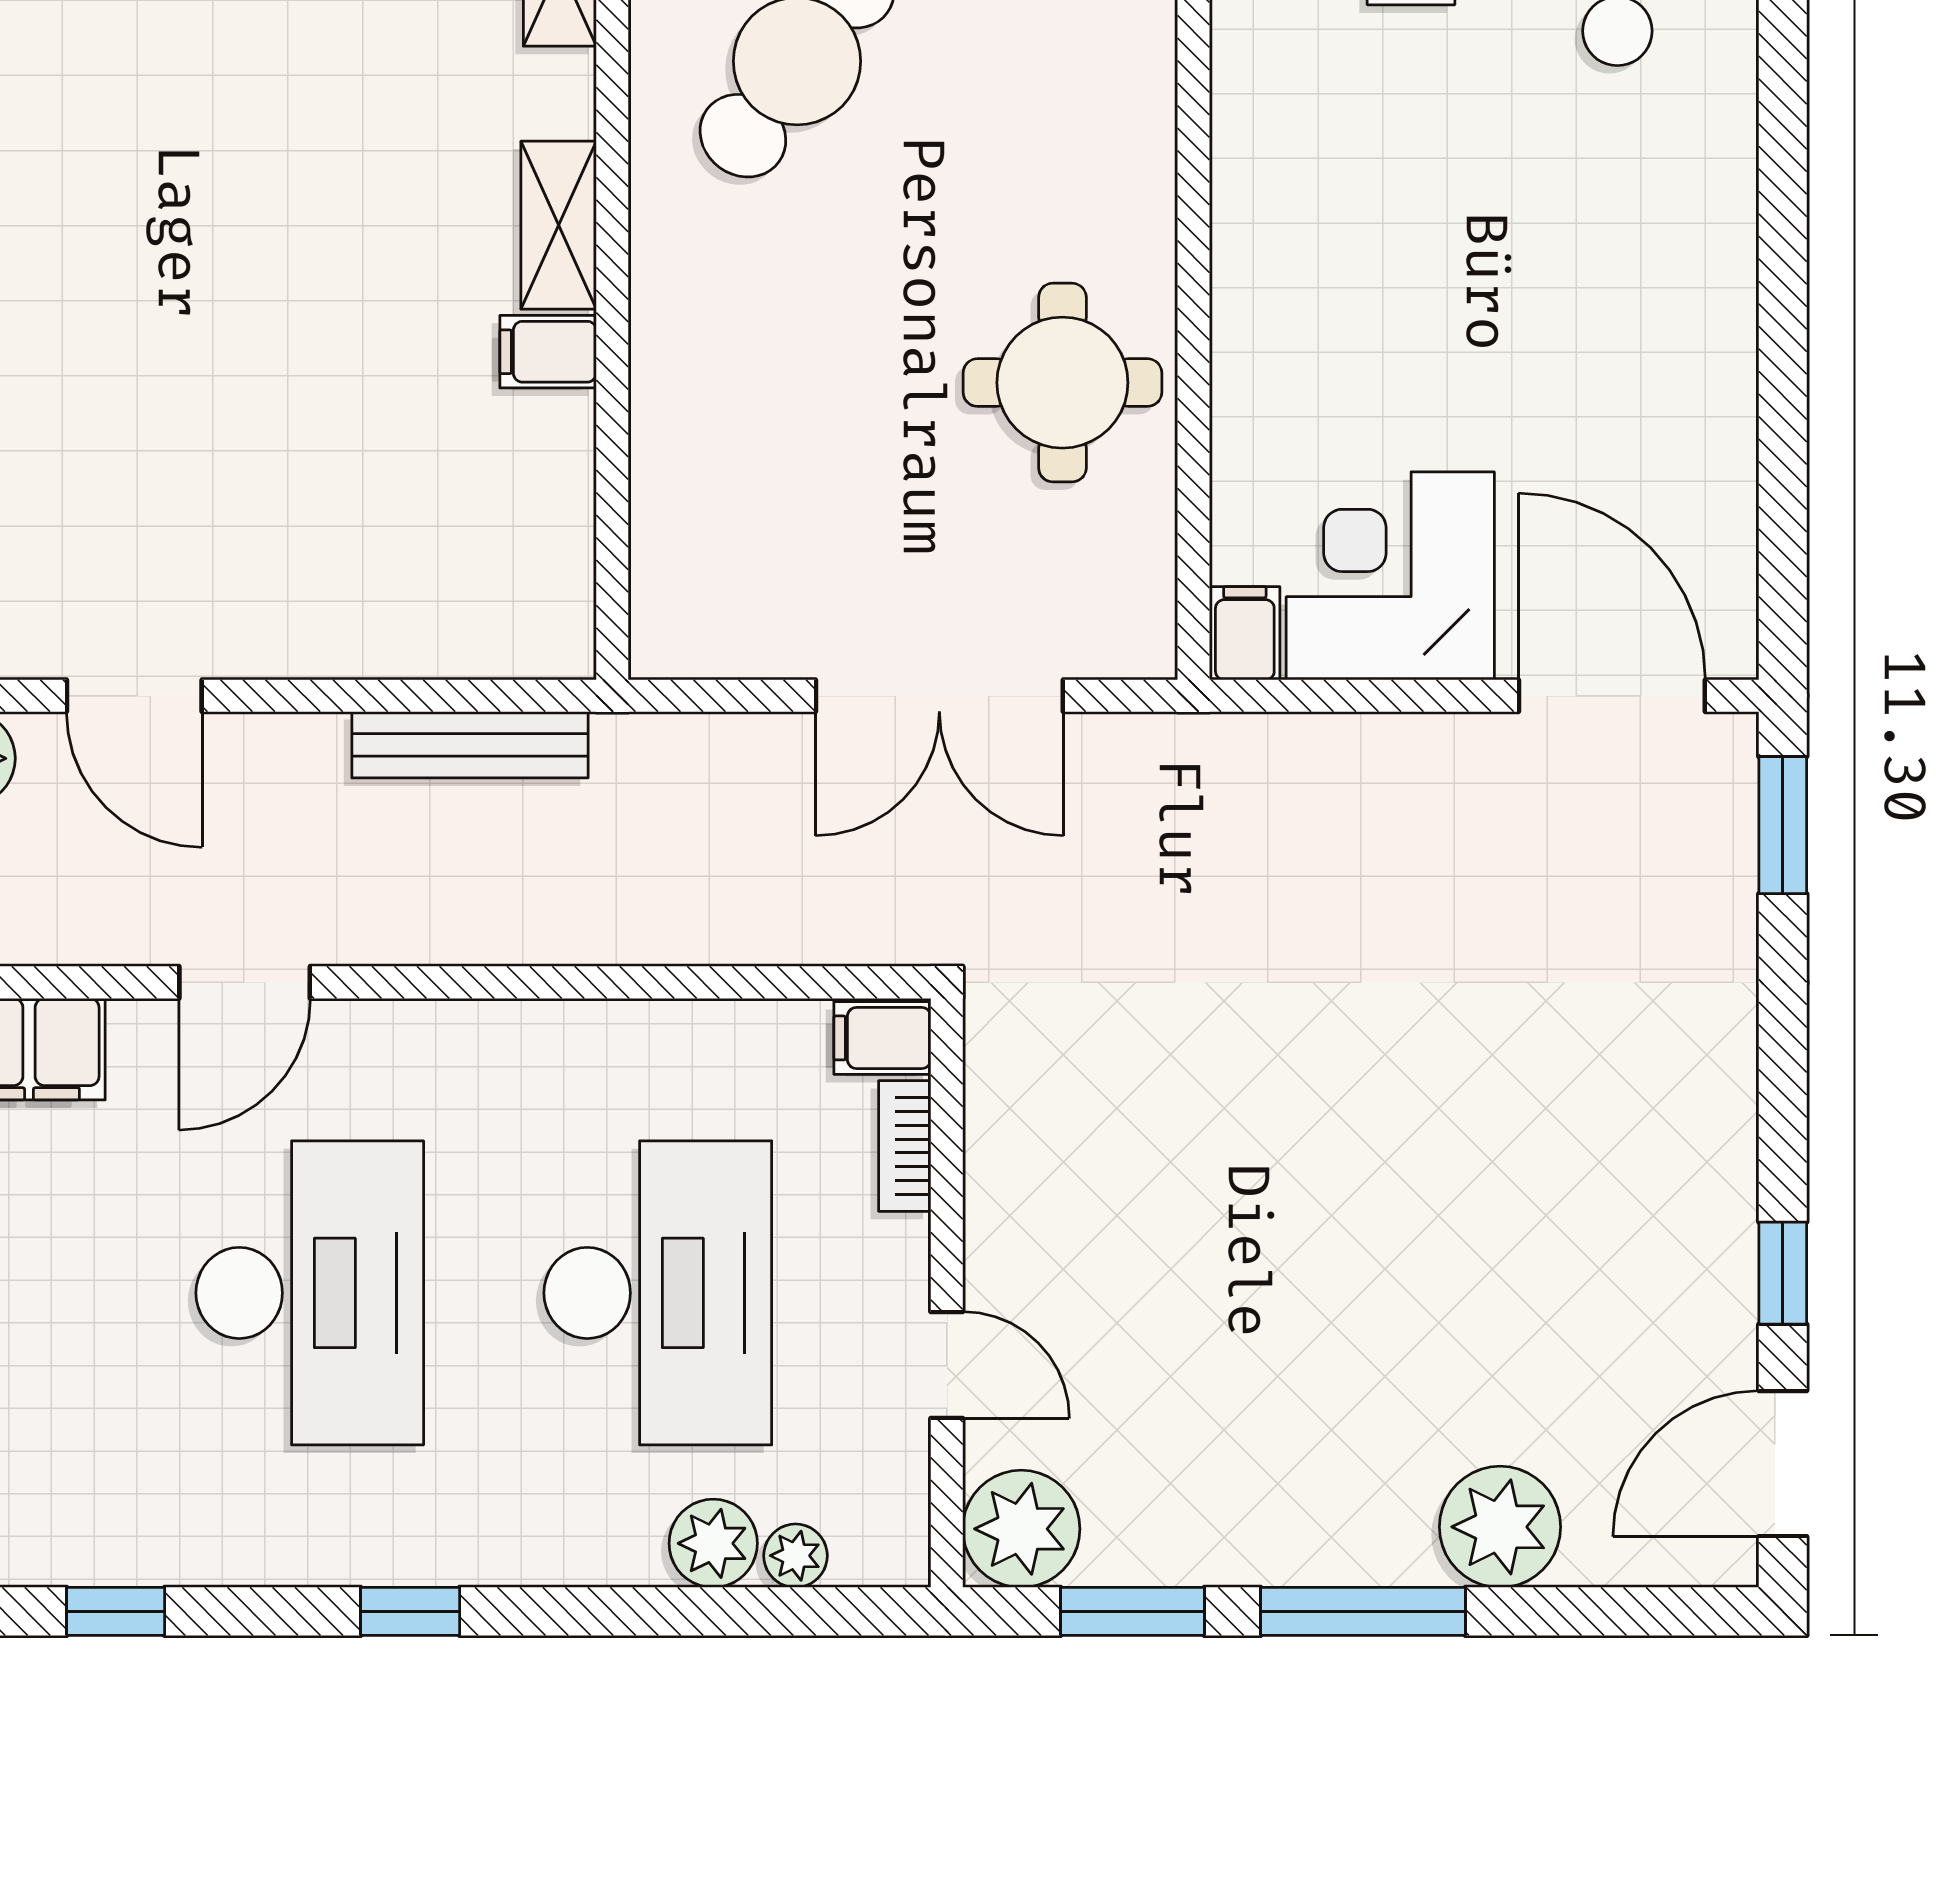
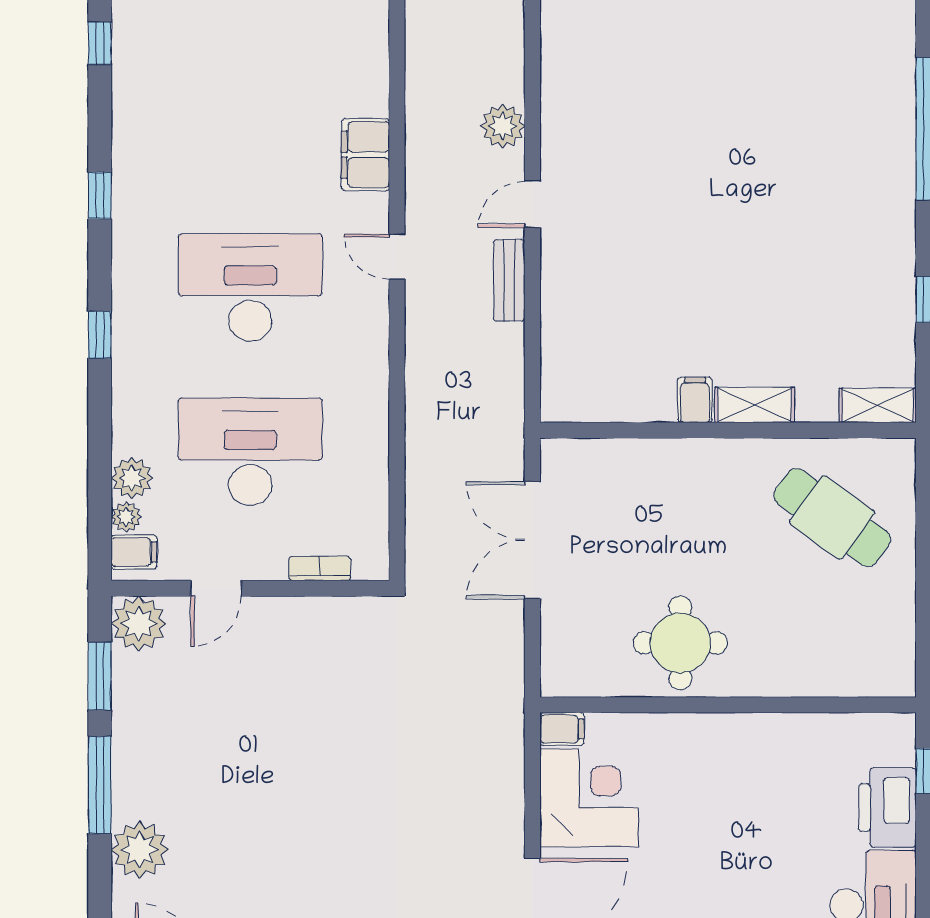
door: (134, 696) -> (532, 204), width x0.73
double door: (939, 696) -> (532, 540), moved
bench: (470, 745) -> (509, 280), moved, width x0.73
door: (245, 982) -> (397, 257), width x0.73
filing cabinet: (882, 1038) -> (134, 552), moved, turned 90
desk: (310, 1293) -> (250, 287), turned 180
desk: (658, 1293) -> (250, 452), turned 180

